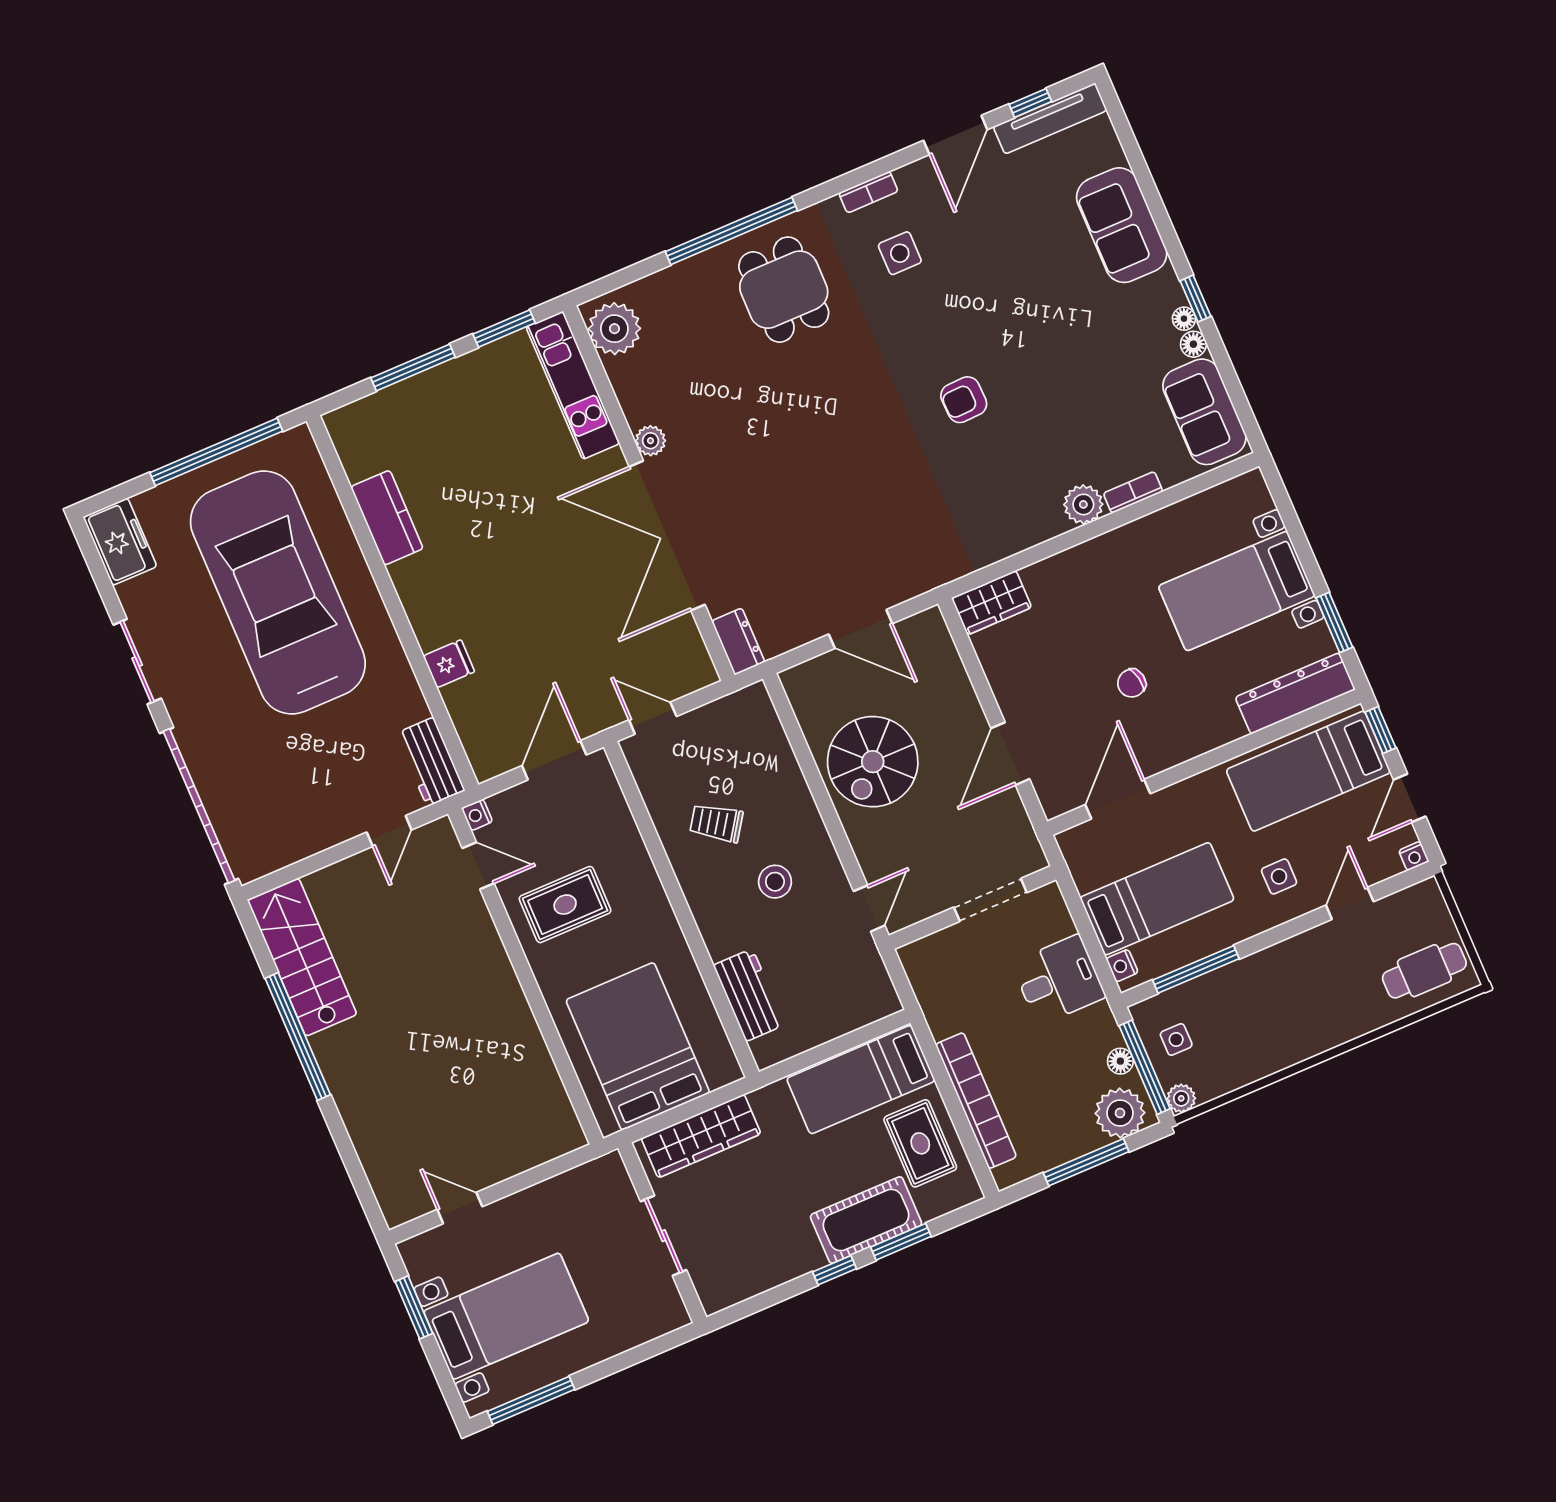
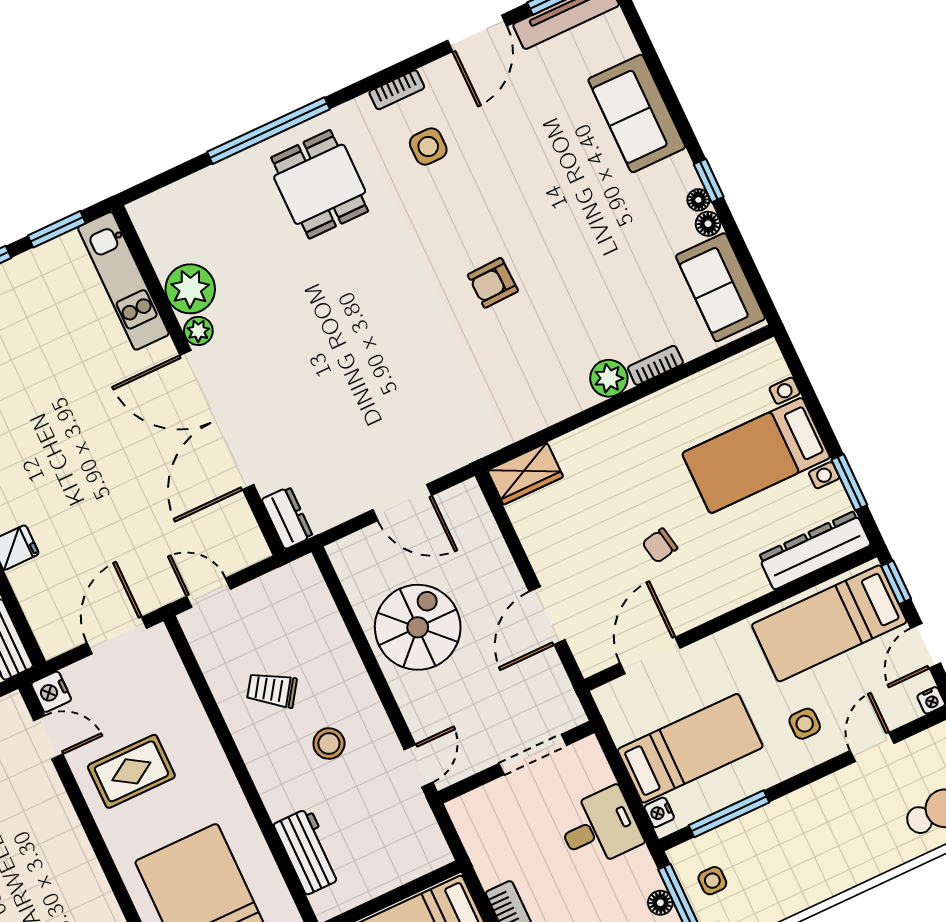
plant: (614, 329) -> (190, 289), moved
spiral stairs: (873, 762) -> (418, 627), turned 180
nightstand: (477, 815) -> (51, 692), width x1.39, depth x1.35

